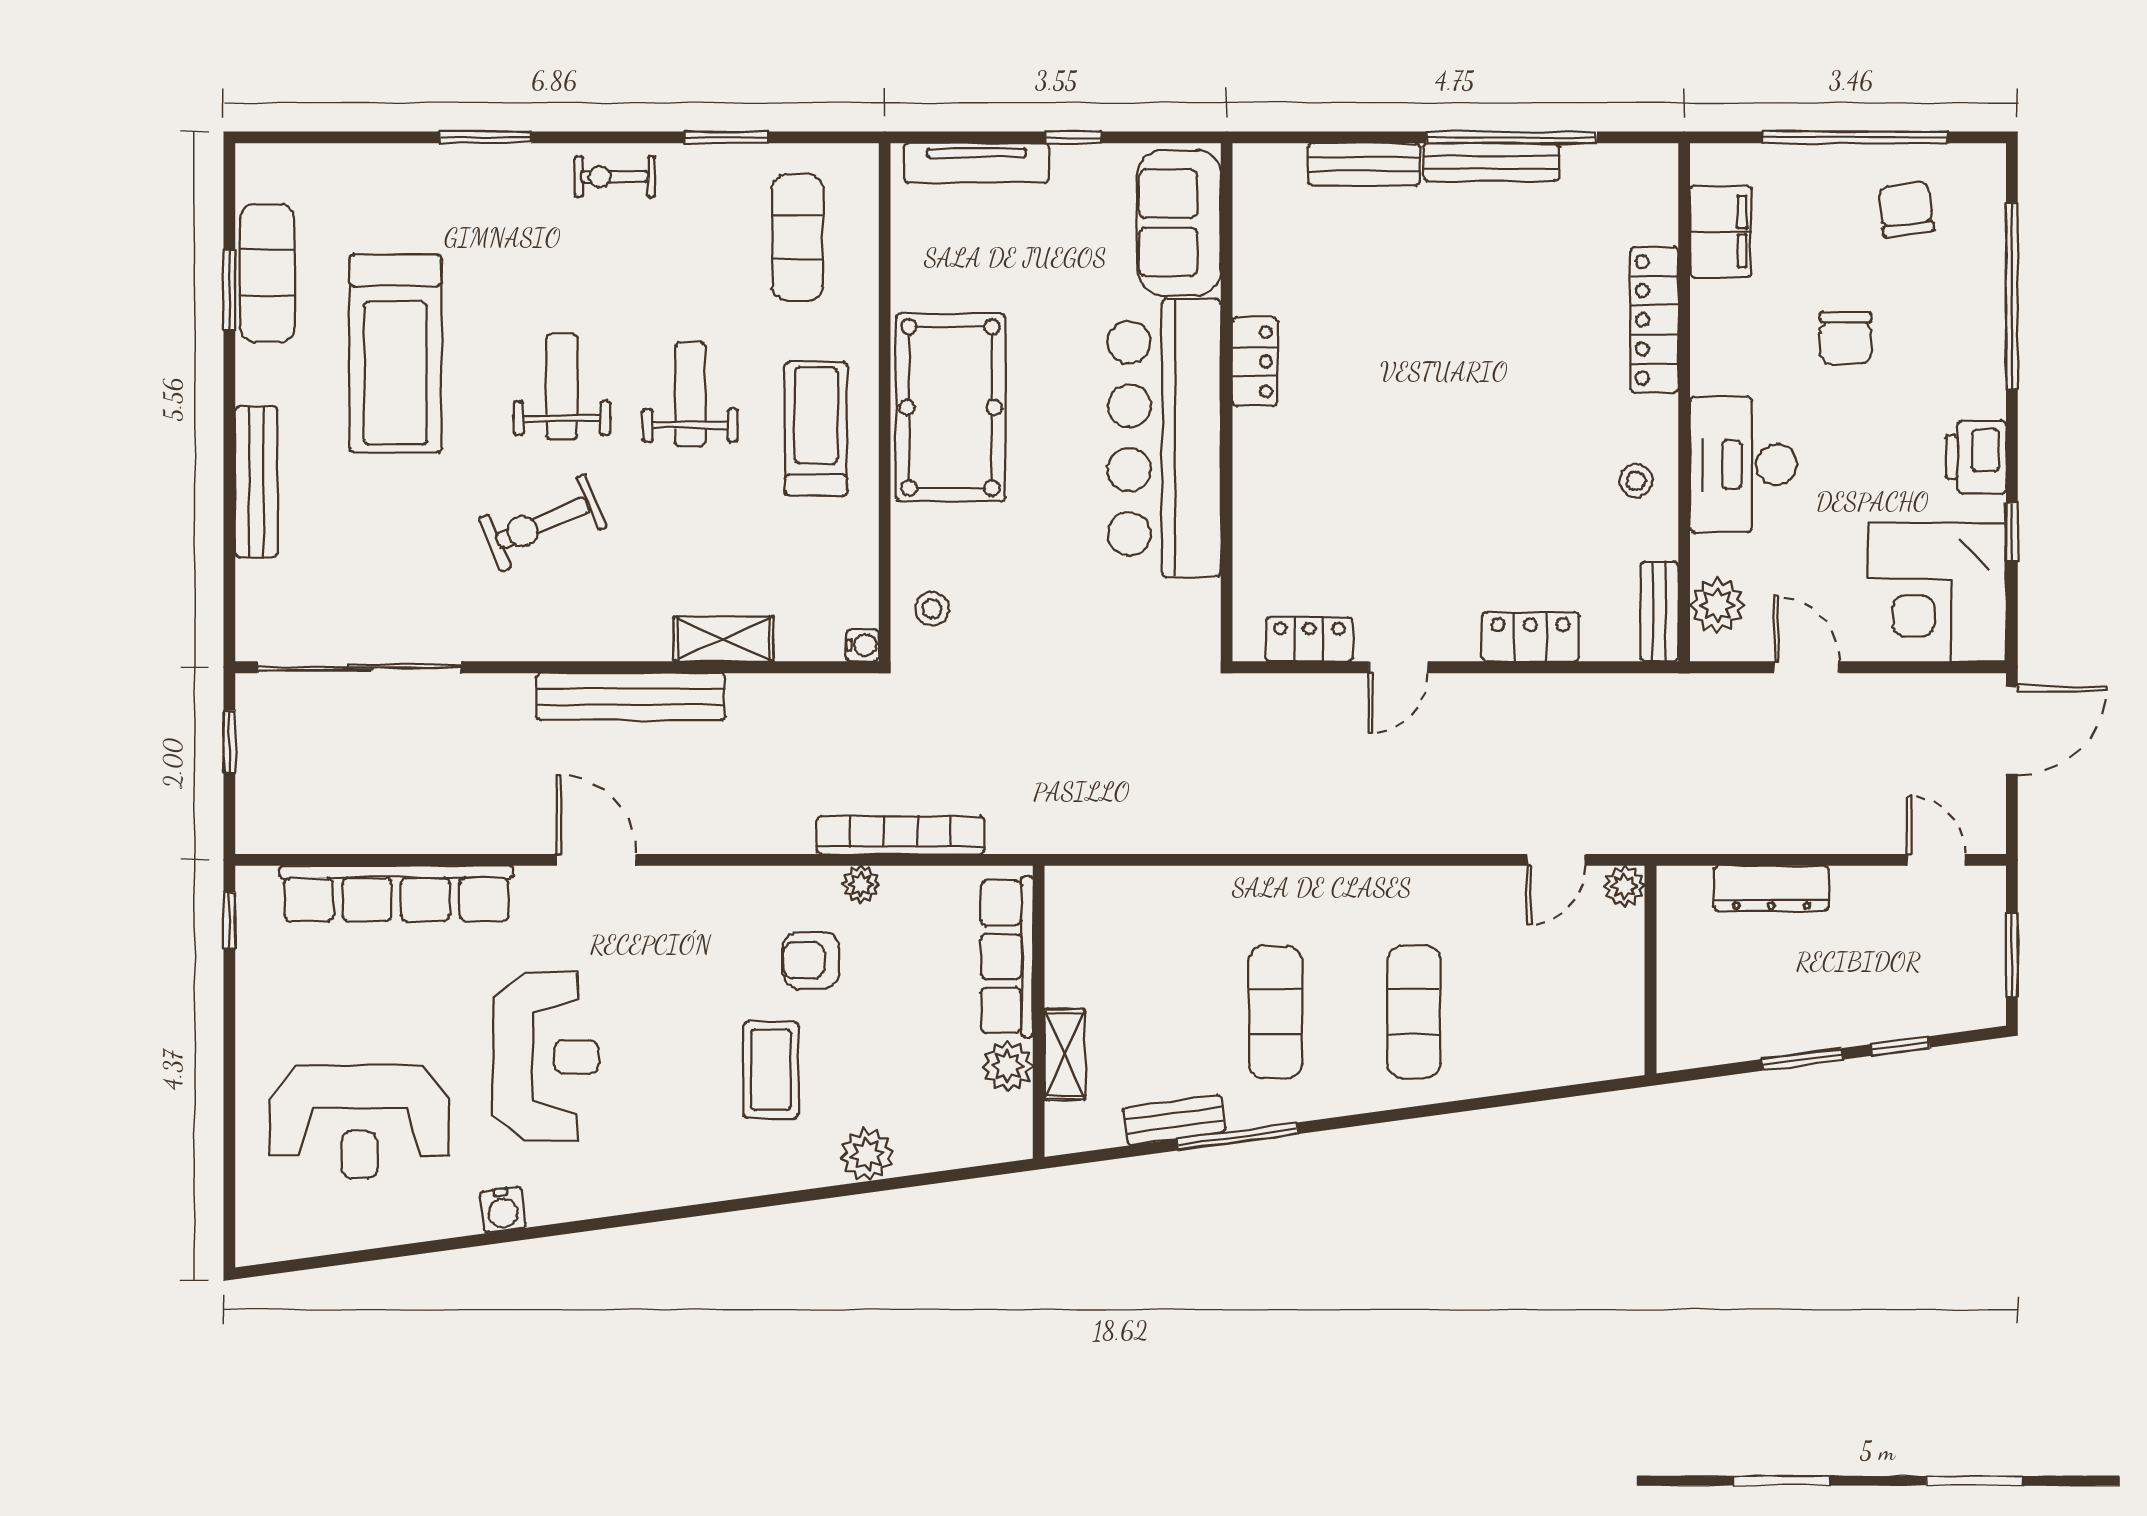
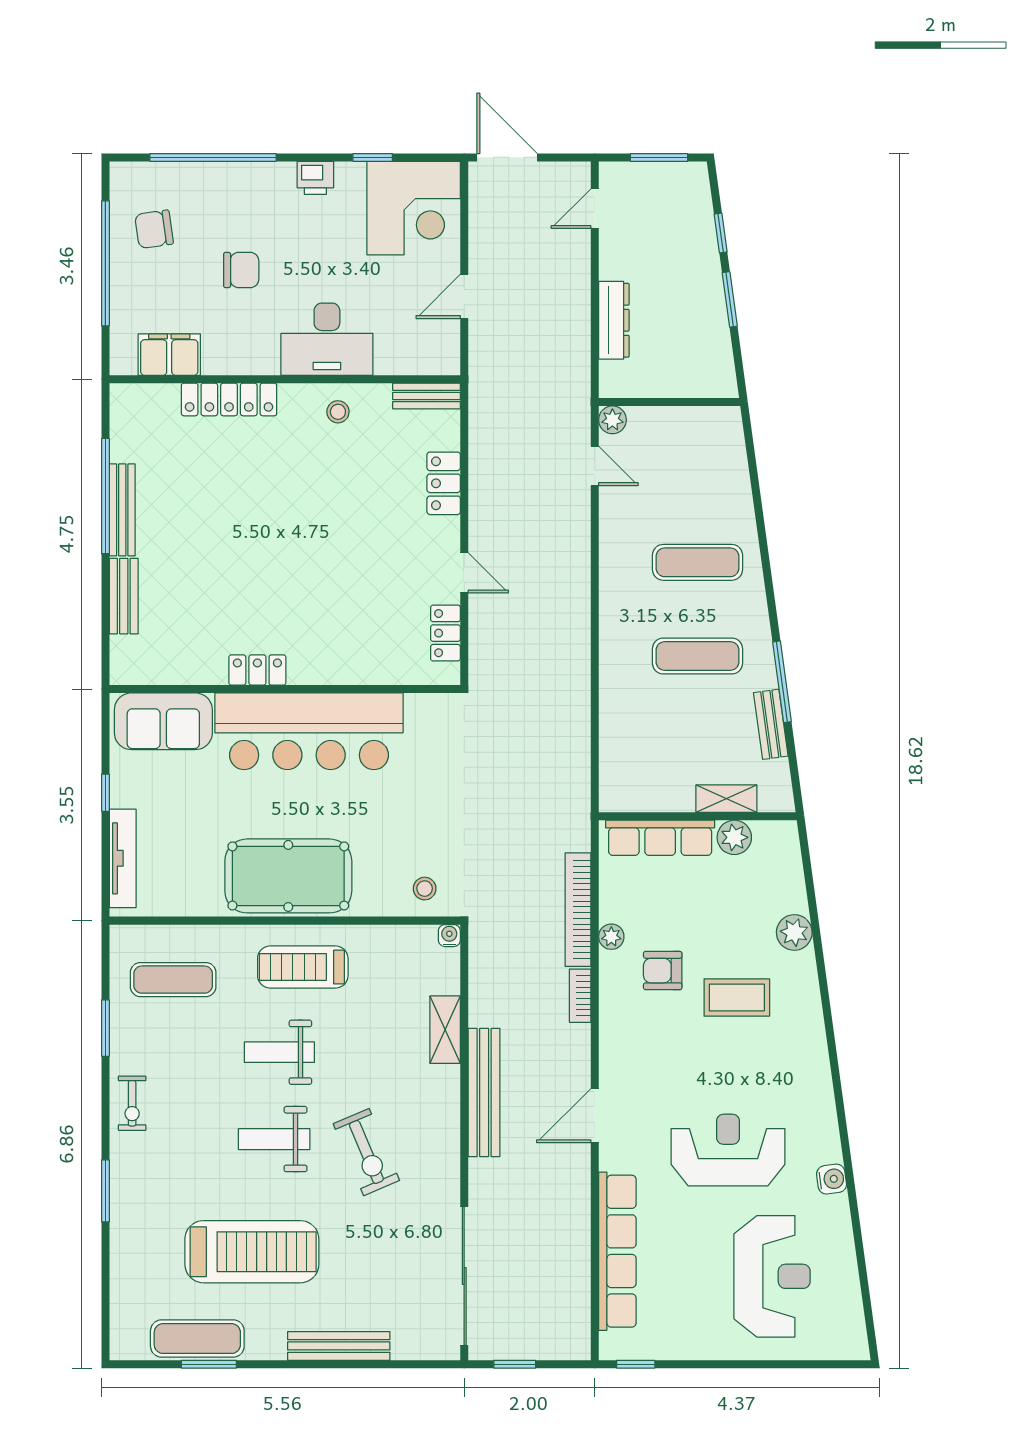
printer: (1976, 457) -> (315, 178), width x0.73, depth x0.81
plant: (1717, 605) -> (422, 357), removed
bookcase: (774, 838) -> (580, 996), added
armchair: (811, 960) -> (663, 971), turned 90

